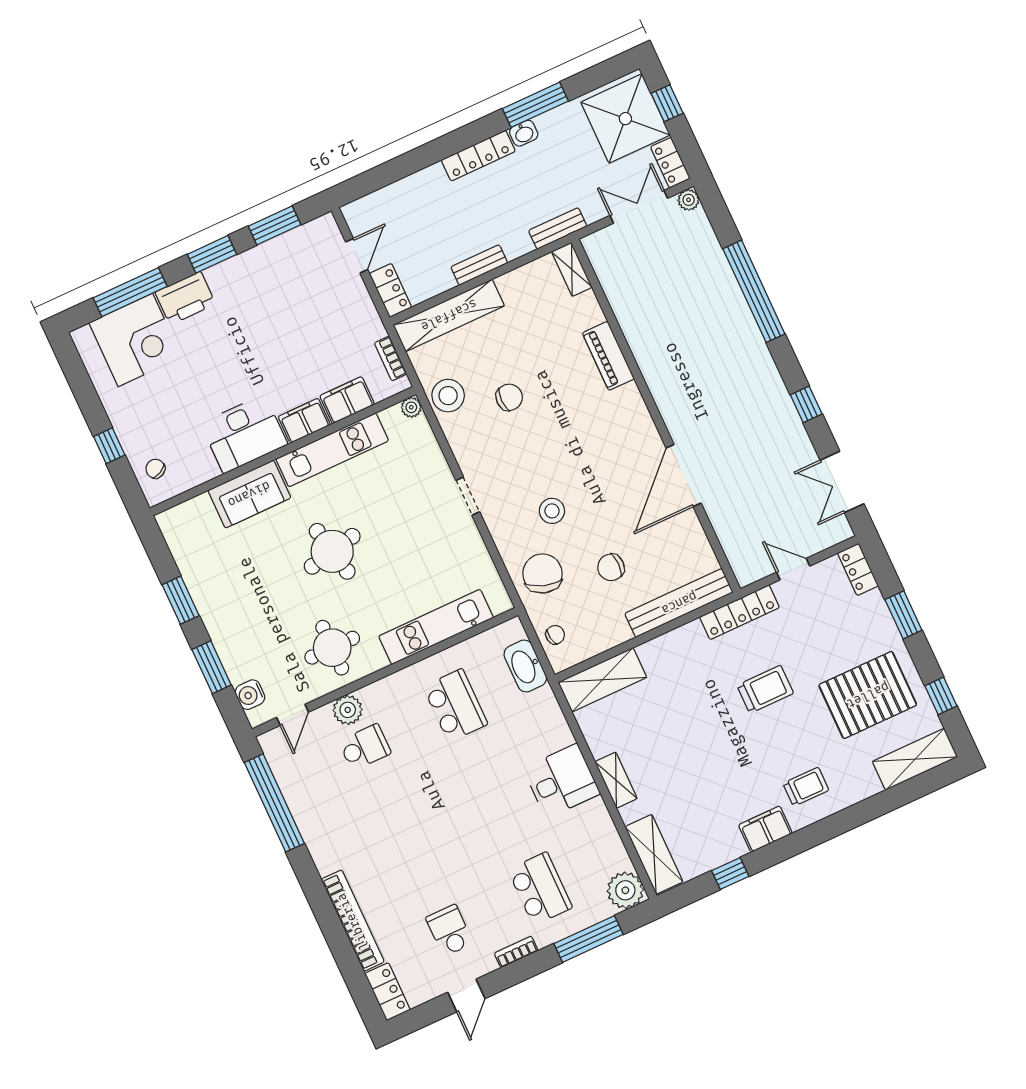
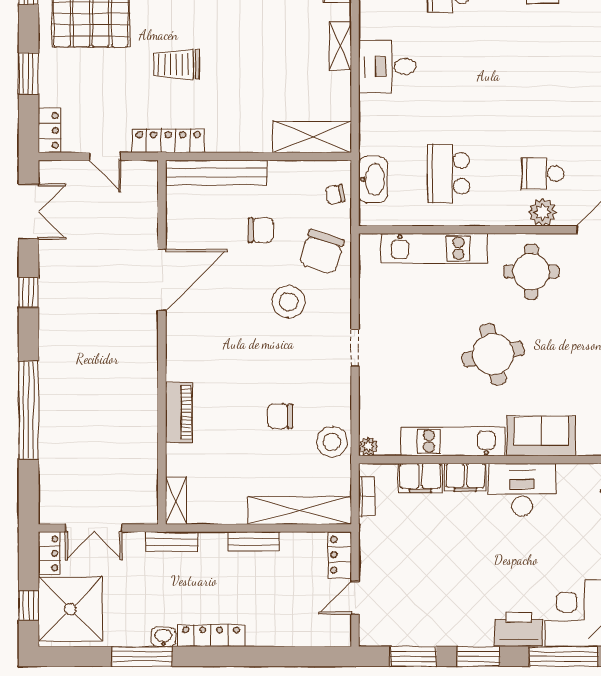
plant: (689, 200) -> (48, 514), removed
stool: (552, 511) -> (289, 302), width x1.38, depth x1.38

